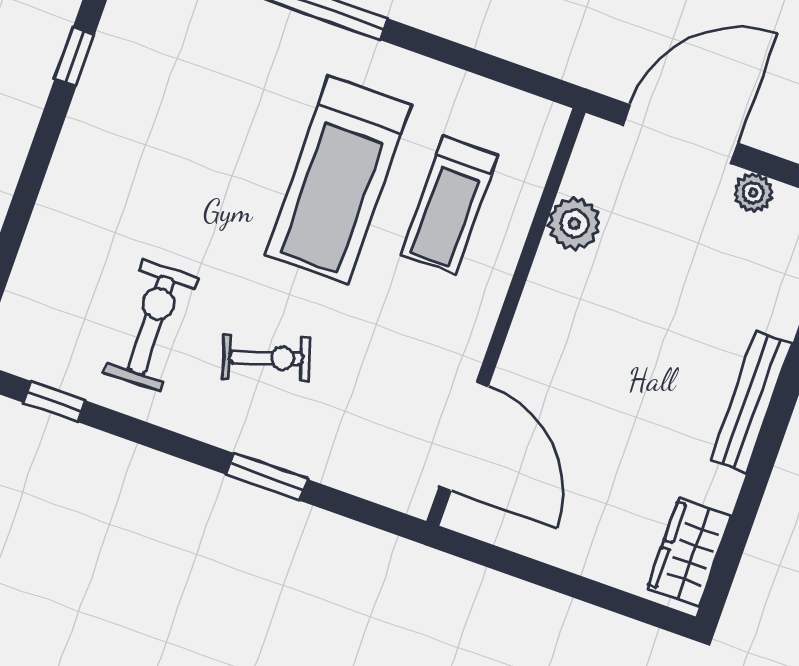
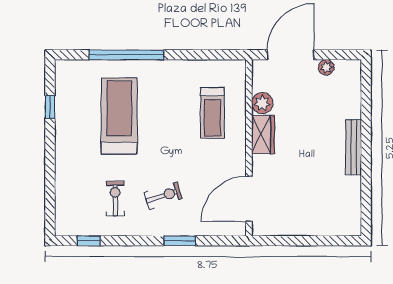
treadmill: (338, 180) -> (119, 116), moved, turned 180
exercise bike: (151, 325) -> (115, 199), width x0.73, depth x0.72
door: (464, 436) -> (249, 199), swing flipped
wardrobe: (689, 553) -> (263, 135), moved, turned 180

